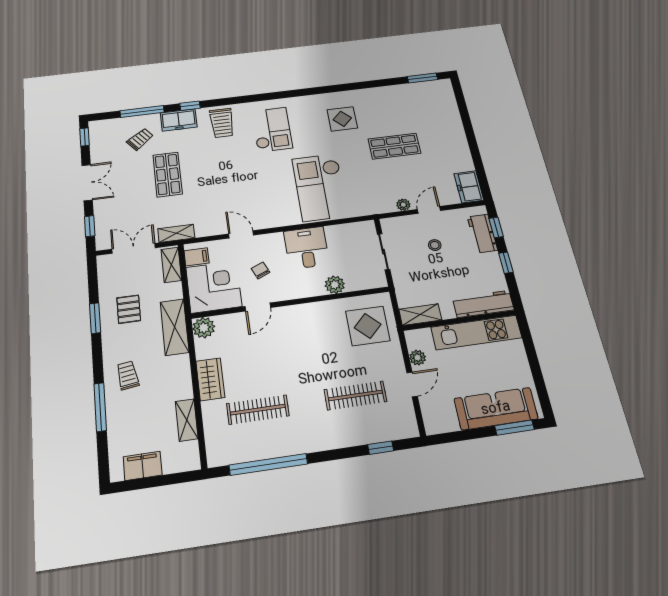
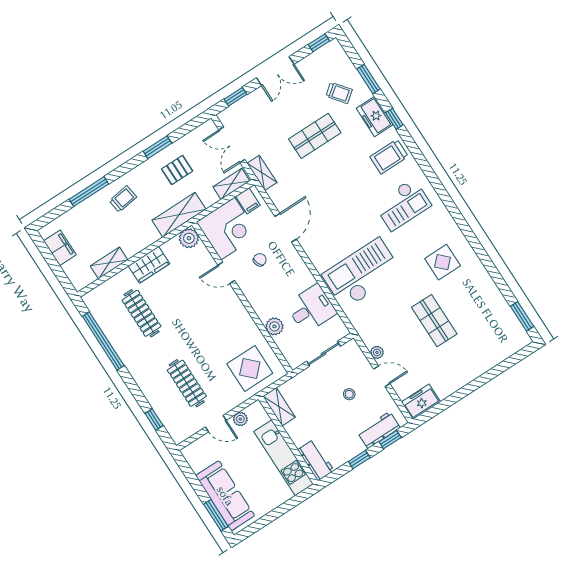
window: (142, 111) -> (369, 79), width x0.69
door: (241, 234) -> (286, 228), width x1.37
double door: (134, 248) -> (232, 145), swing flipped
desk: (307, 248) -> (311, 309), moved
workbench: (483, 304) -> (316, 460), width x0.73

